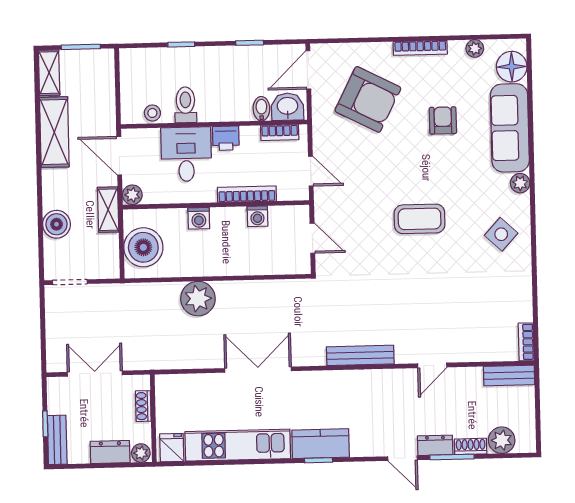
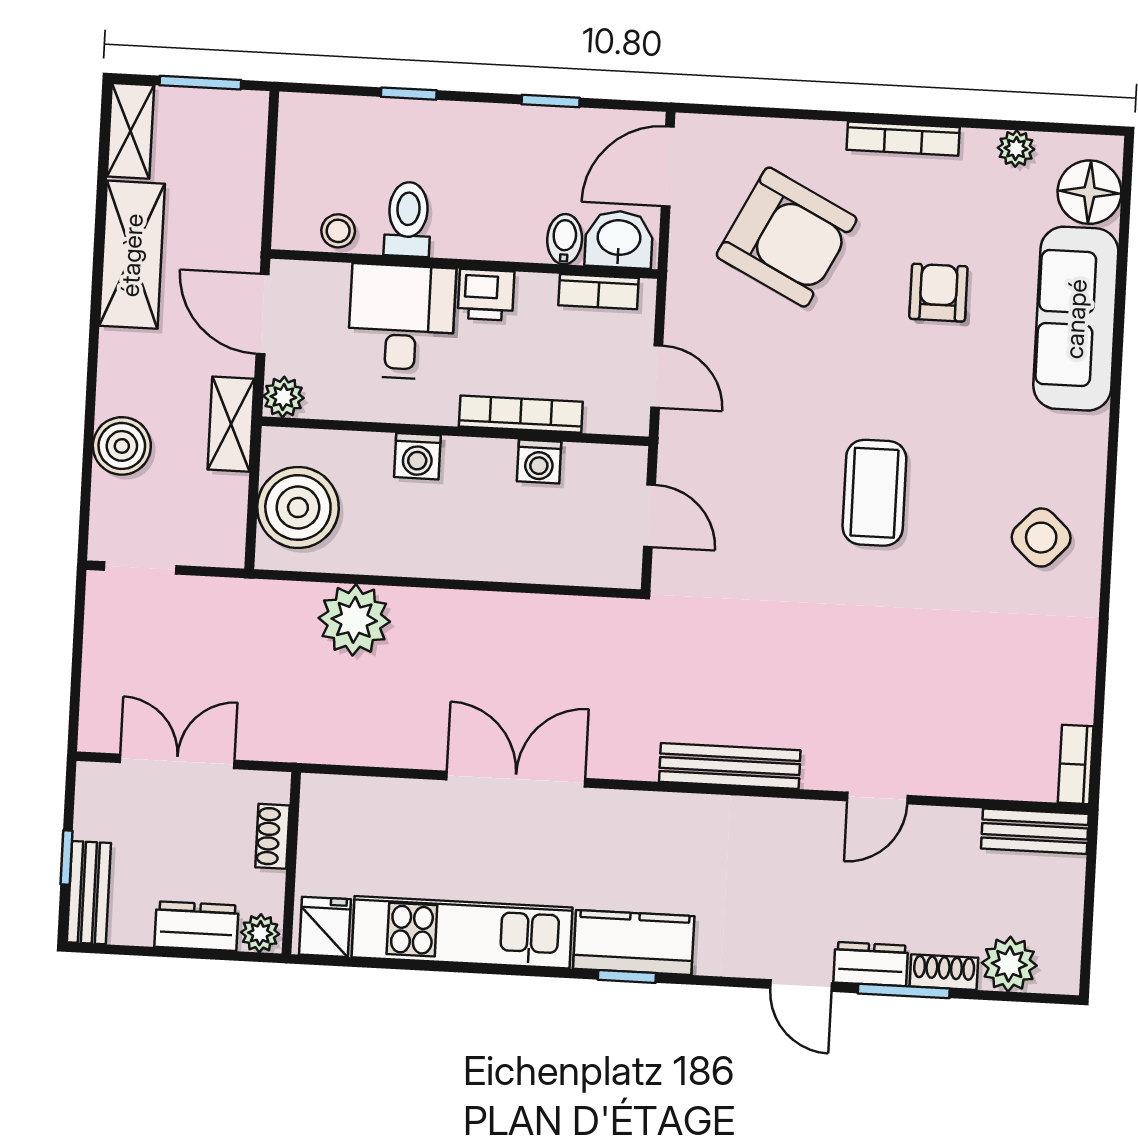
plant: (520, 183) -> (1088, 435), removed
coffee table: (420, 219) -> (874, 493), turned 90
plant: (198, 299) -> (354, 620), moved

